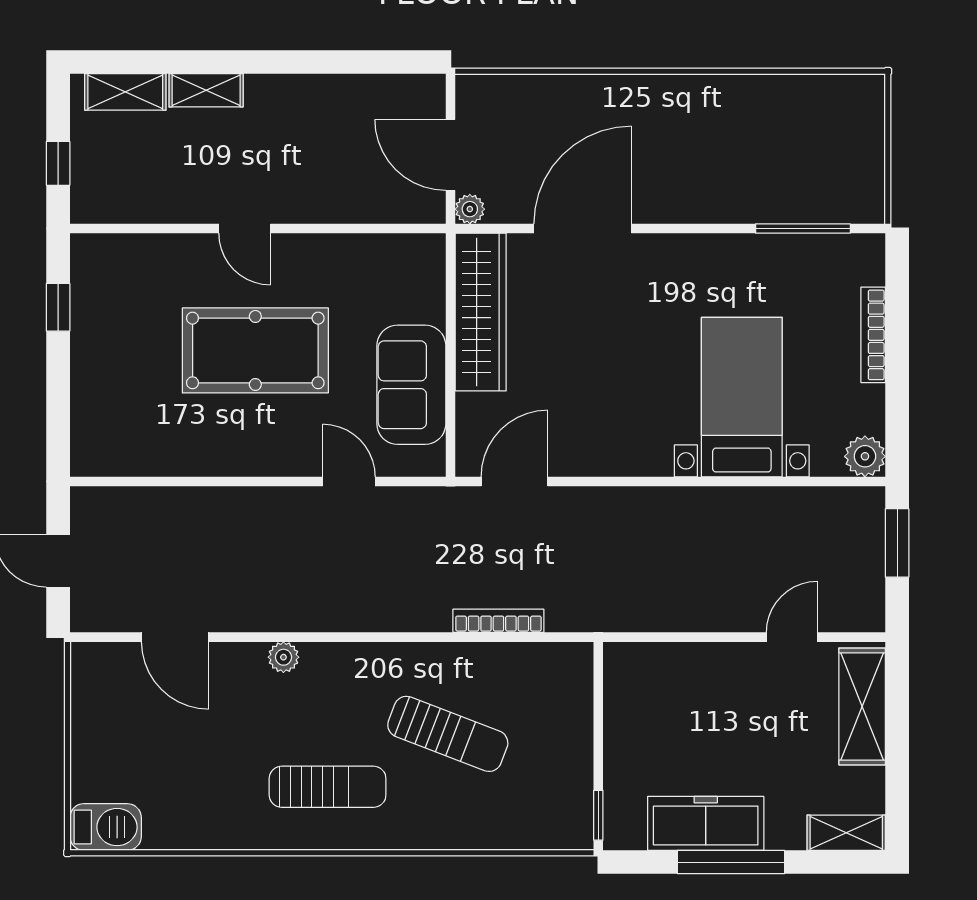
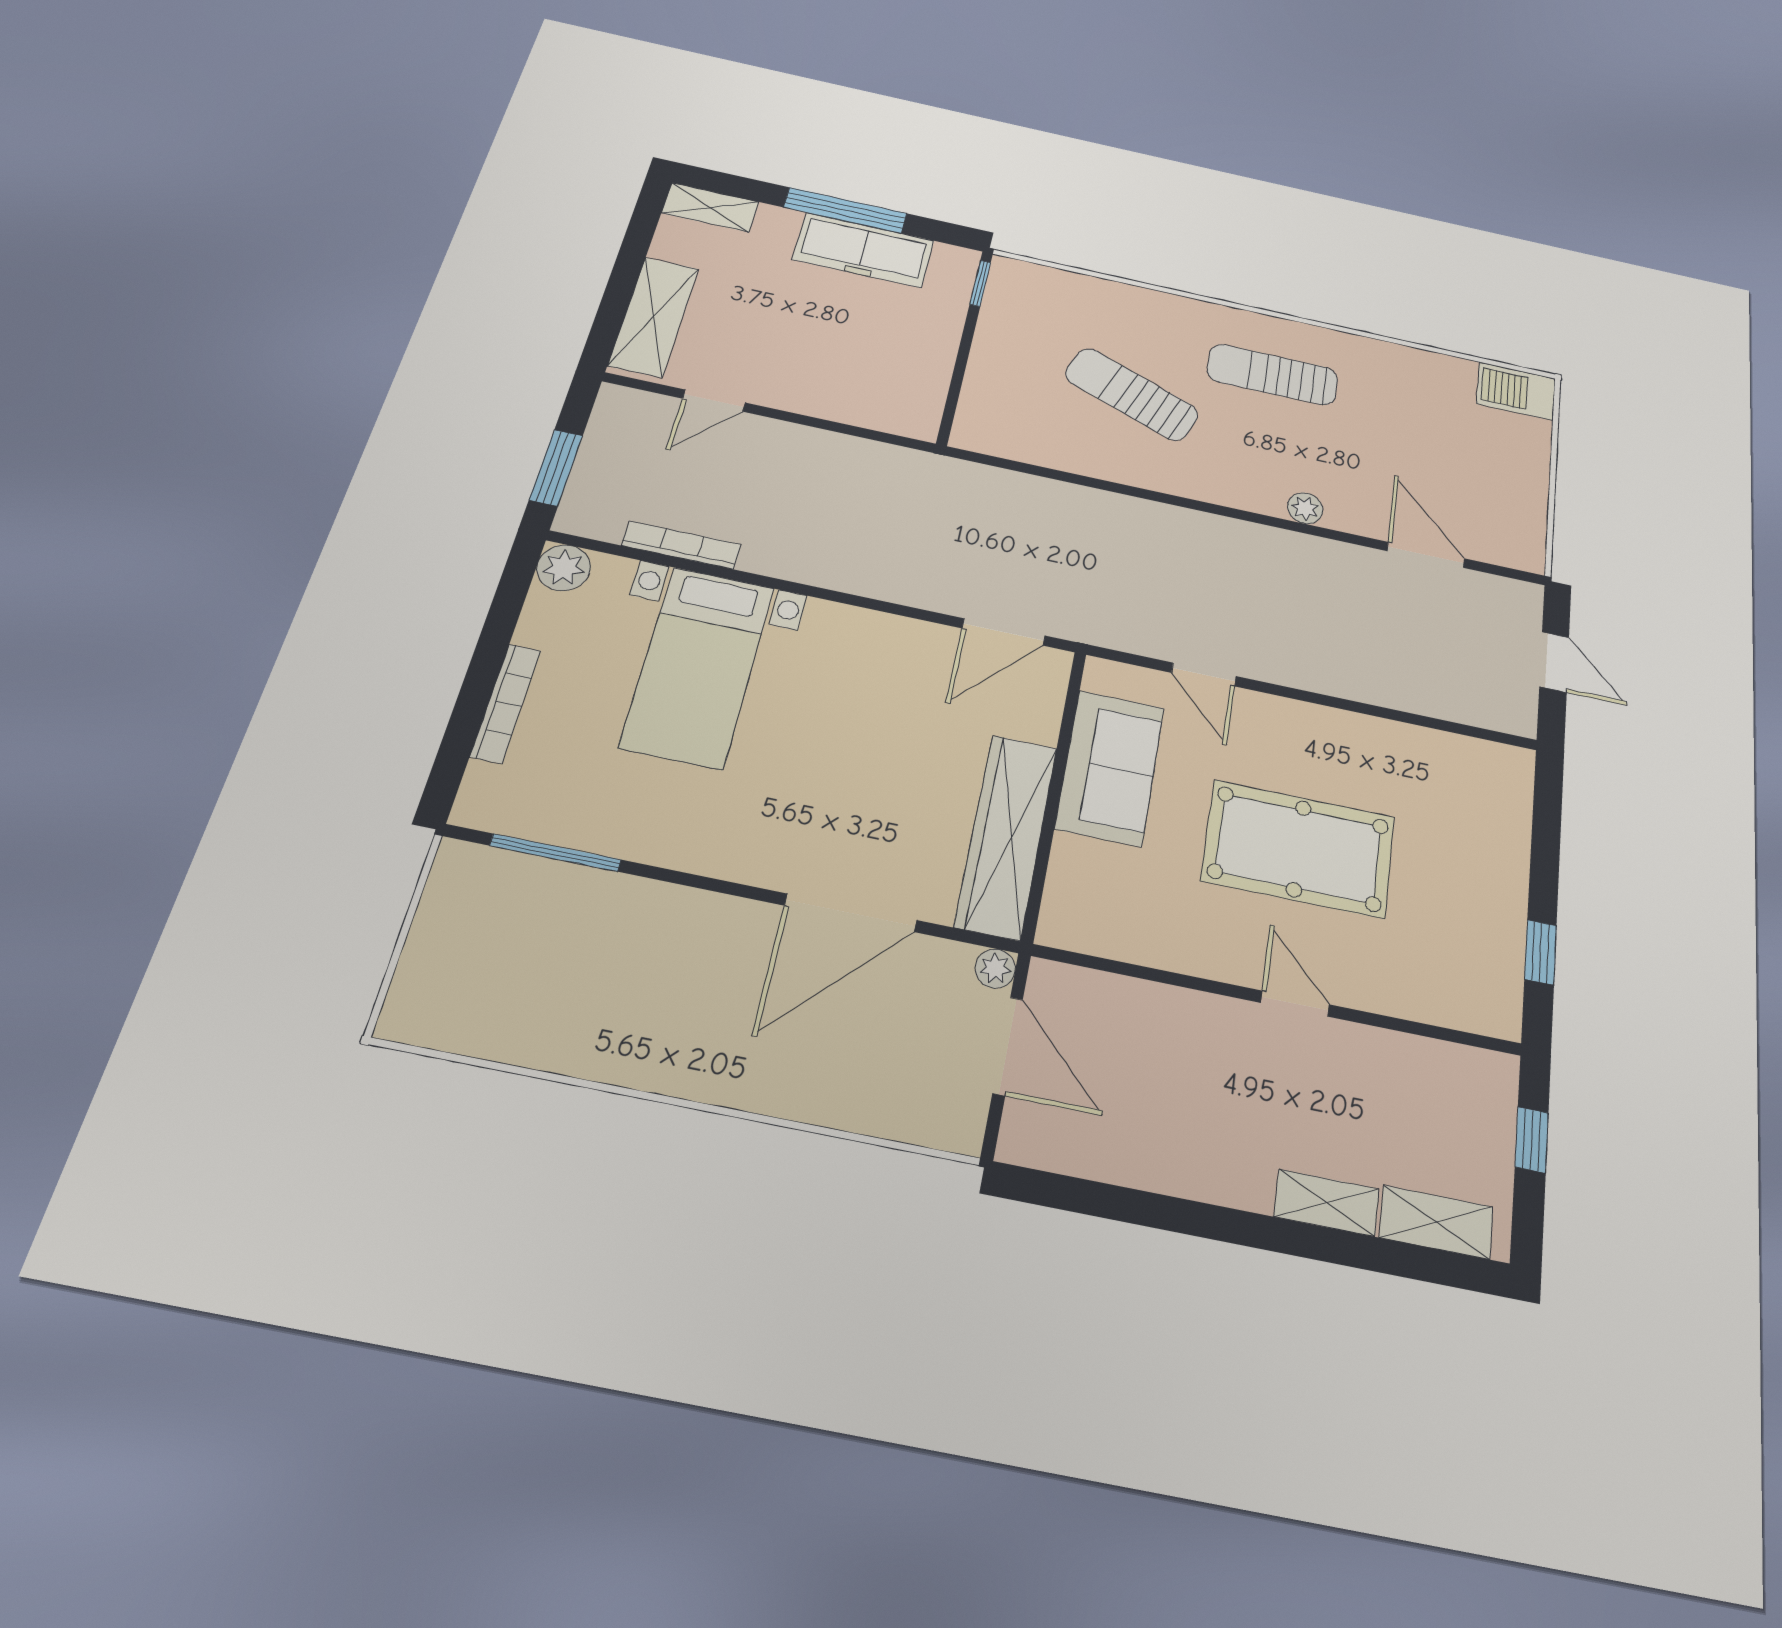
bookcase: (498, 621) -> (681, 545), moved, turned 180

